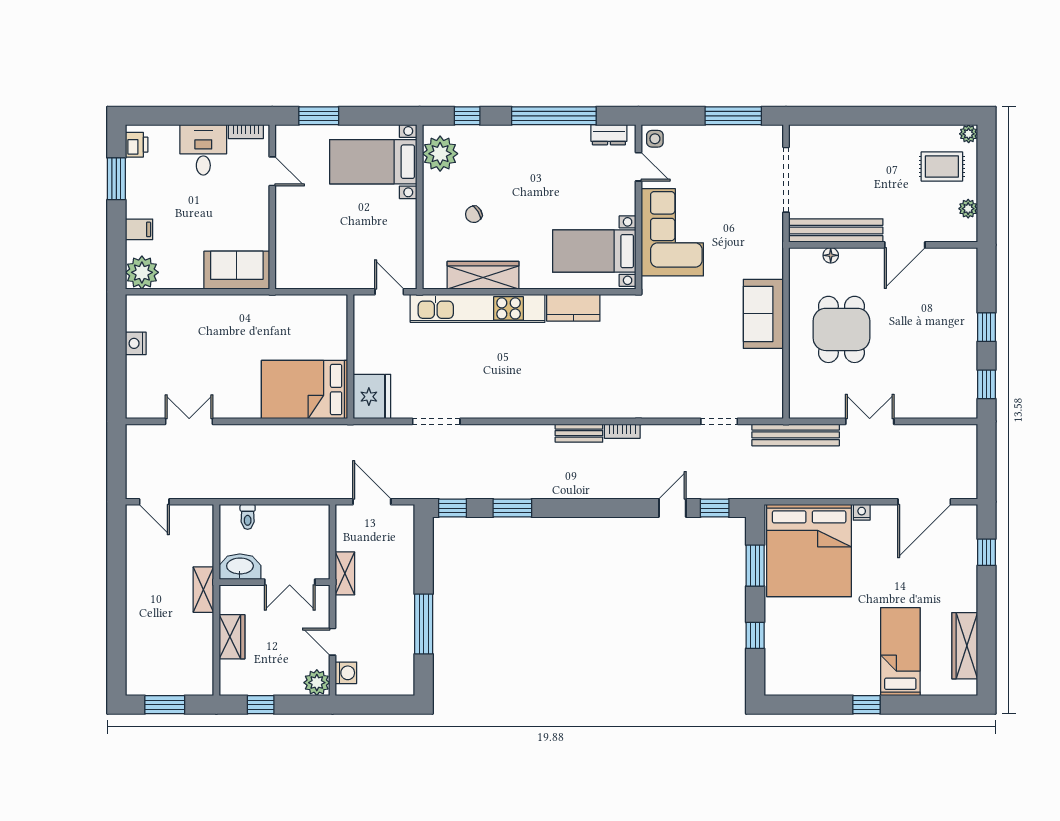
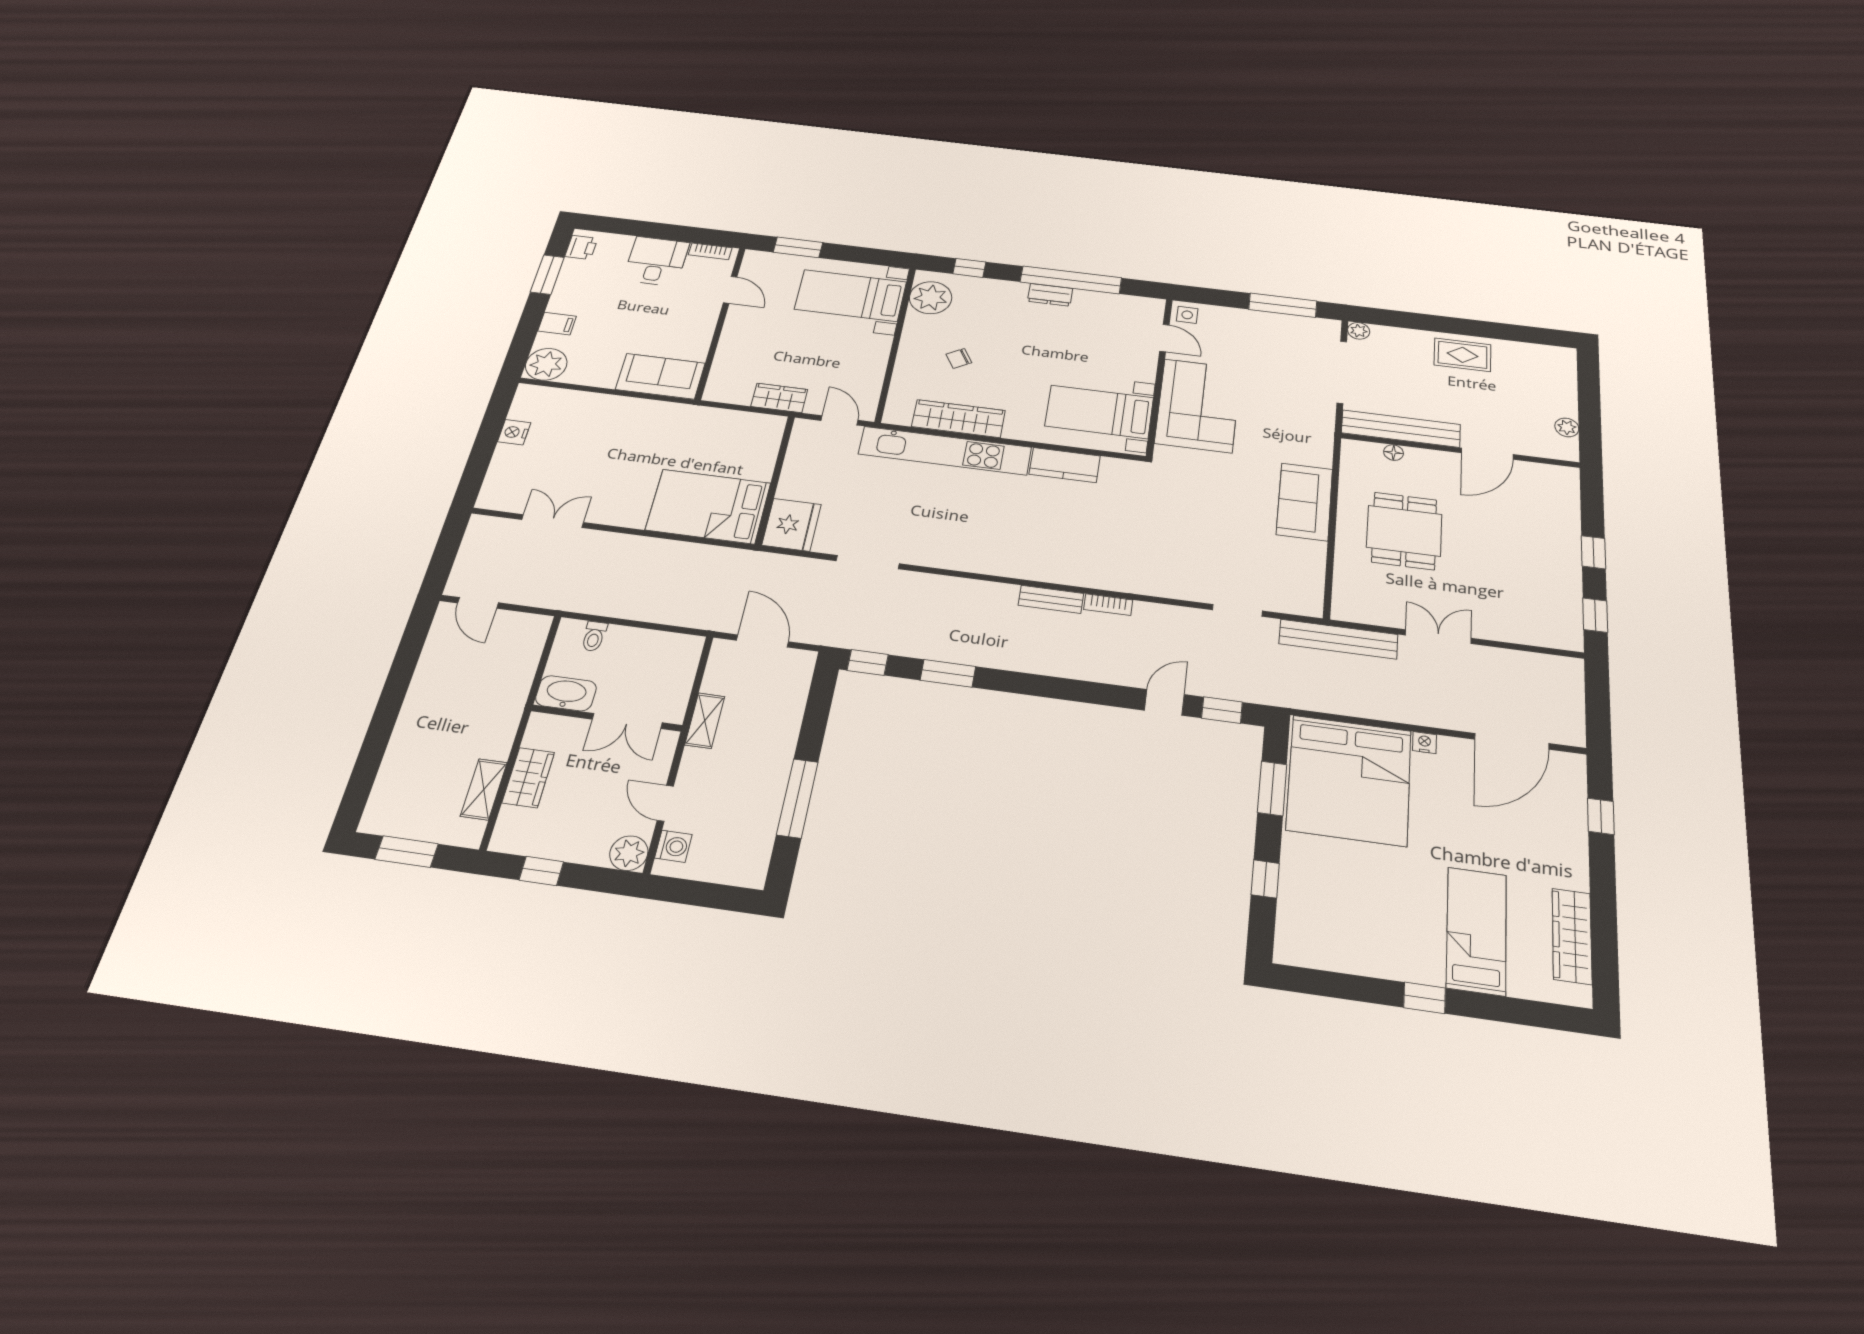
plant: (969, 134) -> (1359, 331), moved
dresser: (609, 135) -> (1050, 295), moved
rug: (942, 166) -> (1463, 355), moved
wardrobe: (337, 277) -> (779, 398), added
shelving: (203, 590) -> (484, 789), moved

